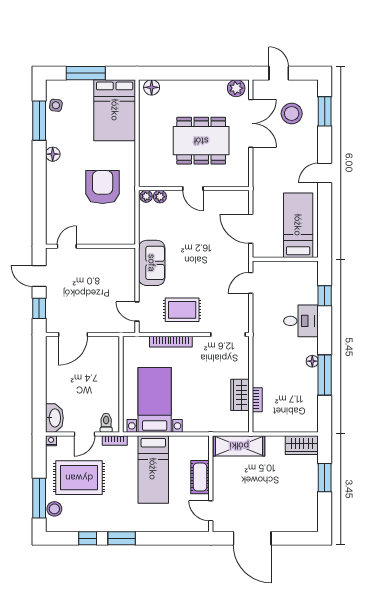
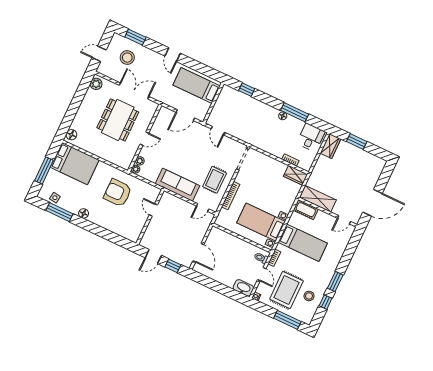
double door: (251, 123) -> (134, 91), moved
door: (67, 246) -> (153, 210), moved
sofa: (152, 263) -> (178, 185), width x1.36
desk: (301, 321) -> (311, 137), moved
wardrobe: (240, 395) -> (296, 175), moved
shelving: (239, 446) -> (318, 199), moved, turned 90
cot: (200, 477) -> (306, 210), moved
stool: (54, 509) -> (309, 296), moved

